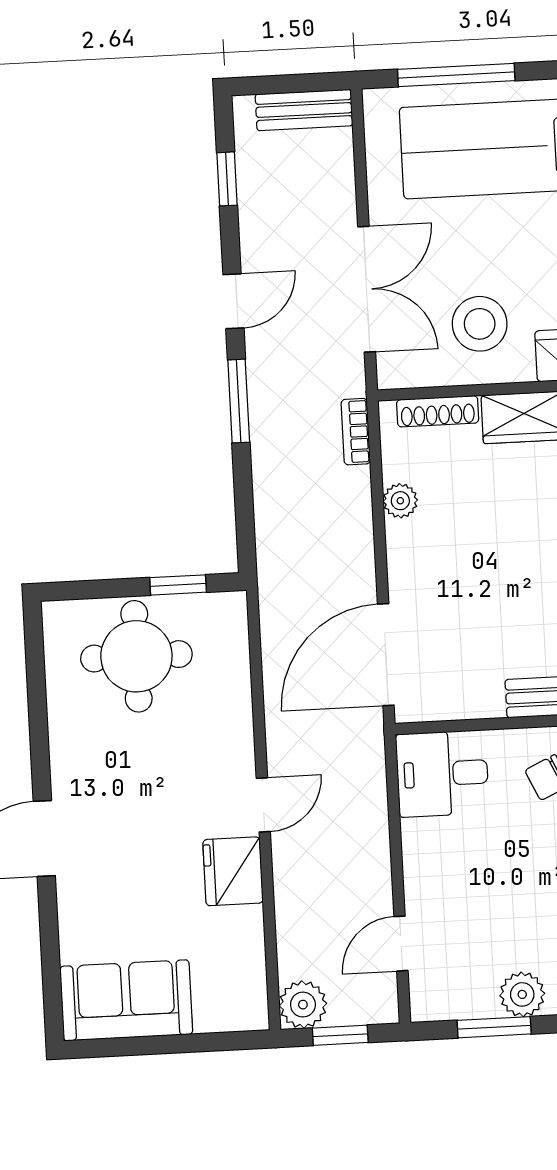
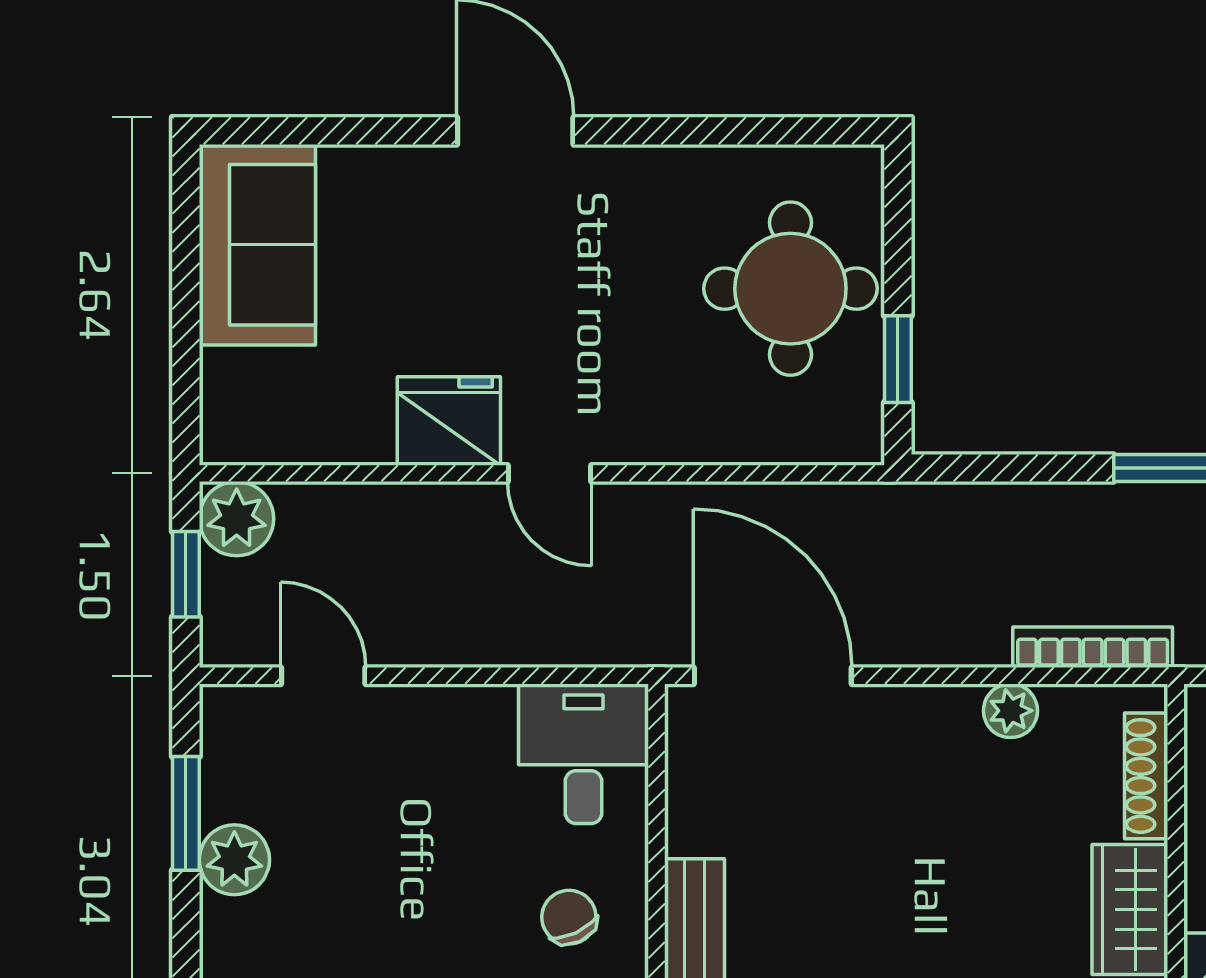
bookcase: (356, 432) -> (1093, 647), width x1.56

